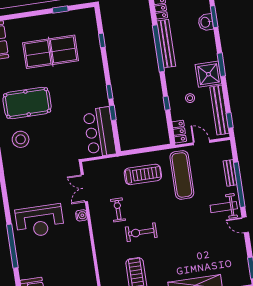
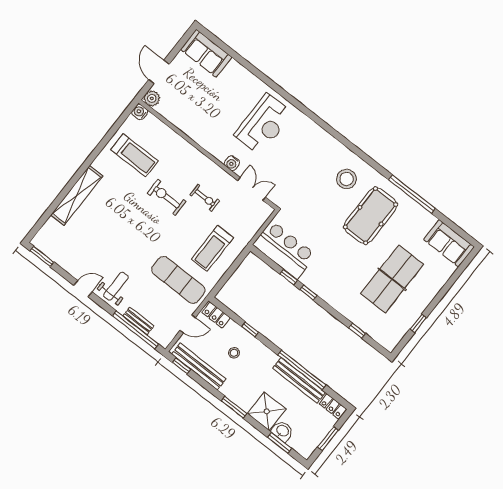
shower: (208, 74) -> (267, 411), moved
window: (239, 185) -> (135, 330), moved
reception desk: (40, 221) -> (263, 124), turned 180
exercise bike: (141, 232) -> (167, 197), turned -90
window: (12, 246) -> (266, 80), removed

